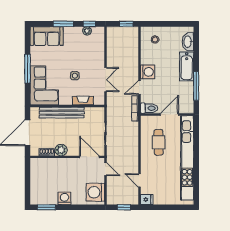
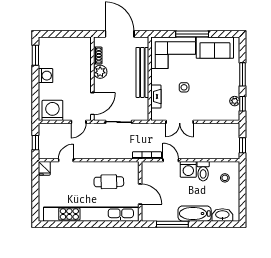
sofa: (47, 36) -> (215, 48), moved, turned -90
toilet: (149, 108) -> (203, 171), moved

